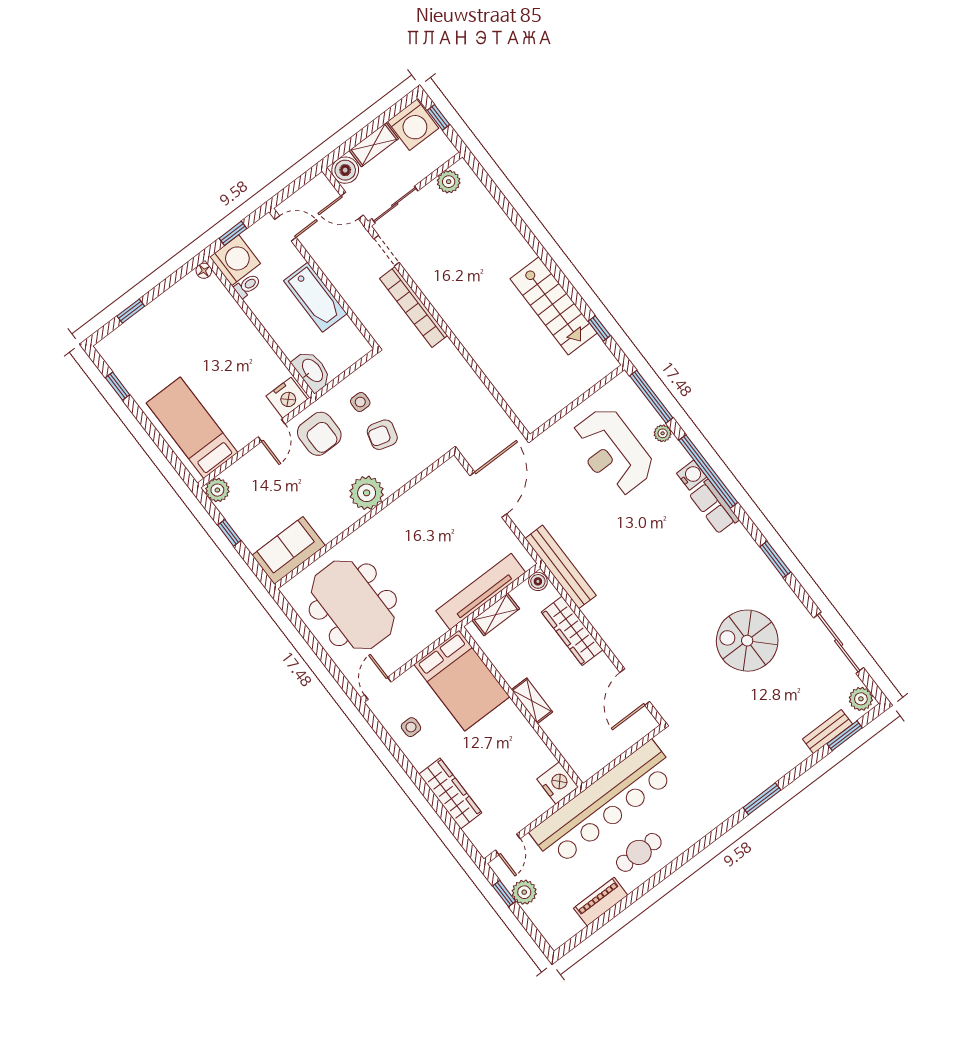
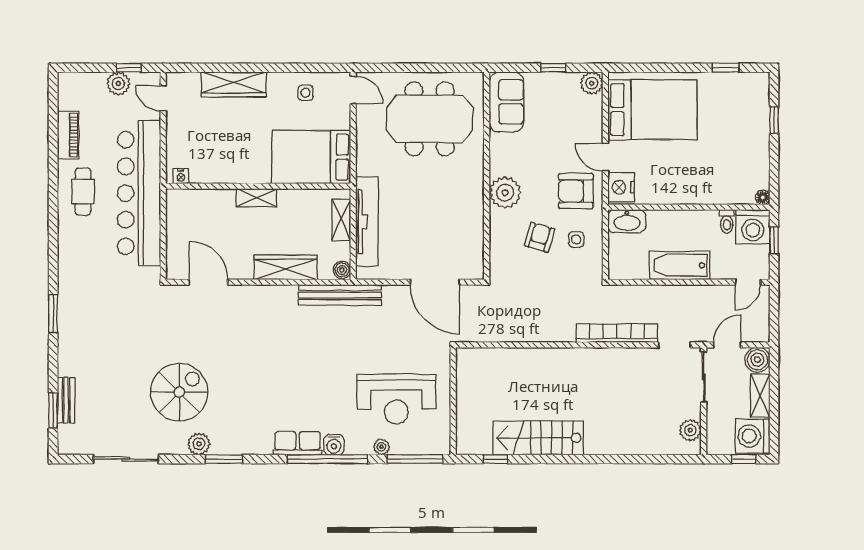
bed: (192, 428) -> (652, 110), width x1.50
reception desk: (612, 452) -> (396, 399), turned 180
plant: (861, 699) -> (199, 444), moved
nightstand: (558, 783) -> (181, 176), width x0.53, depth x0.56

